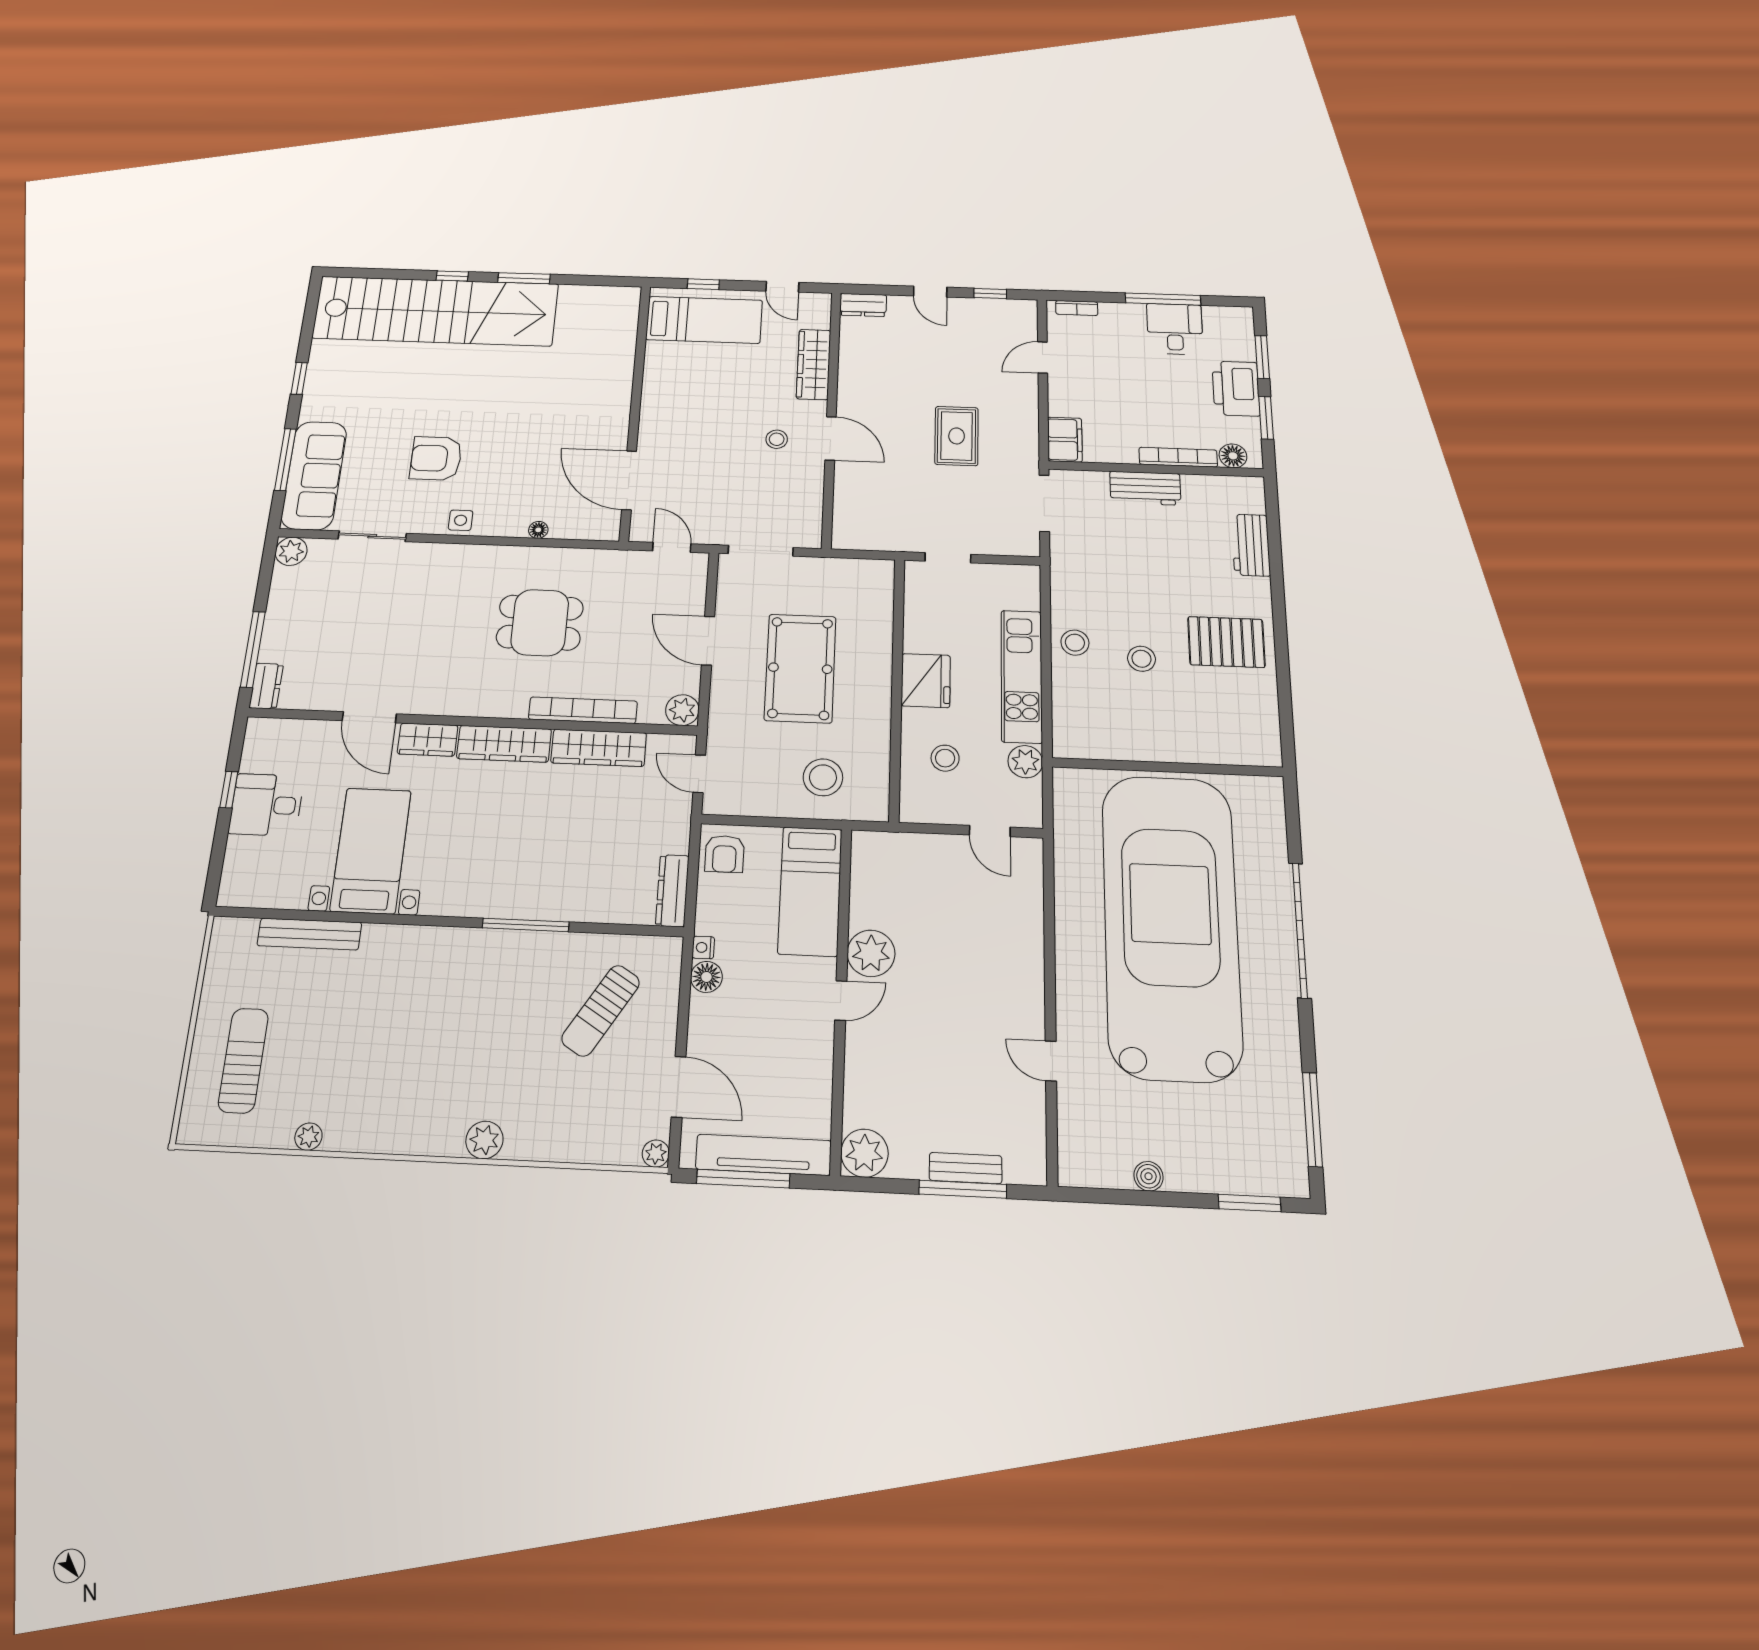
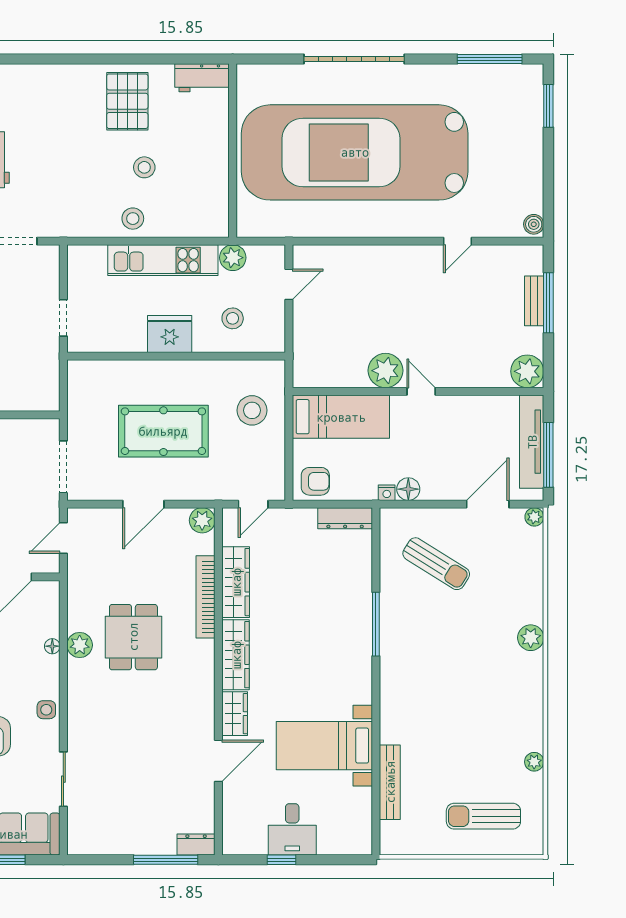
workbench: (1251, 545) -> (202, 78), moved
plant: (291, 551) -> (80, 645), moved
boiler: (1148, 1176) -> (534, 224), moved

